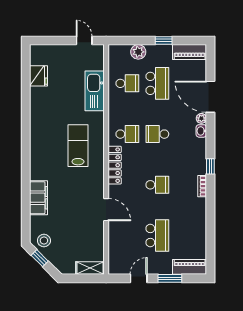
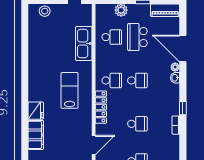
stool: (49, 53) -> (45, 11), added
fridge: (39, 76) -> (36, 111), moved
school desk: (157, 83) -> (137, 37), turned 180
school desk: (157, 134) -> (137, 80), turned 180
door: (106, 210) -> (94, 145), hinge flipped

